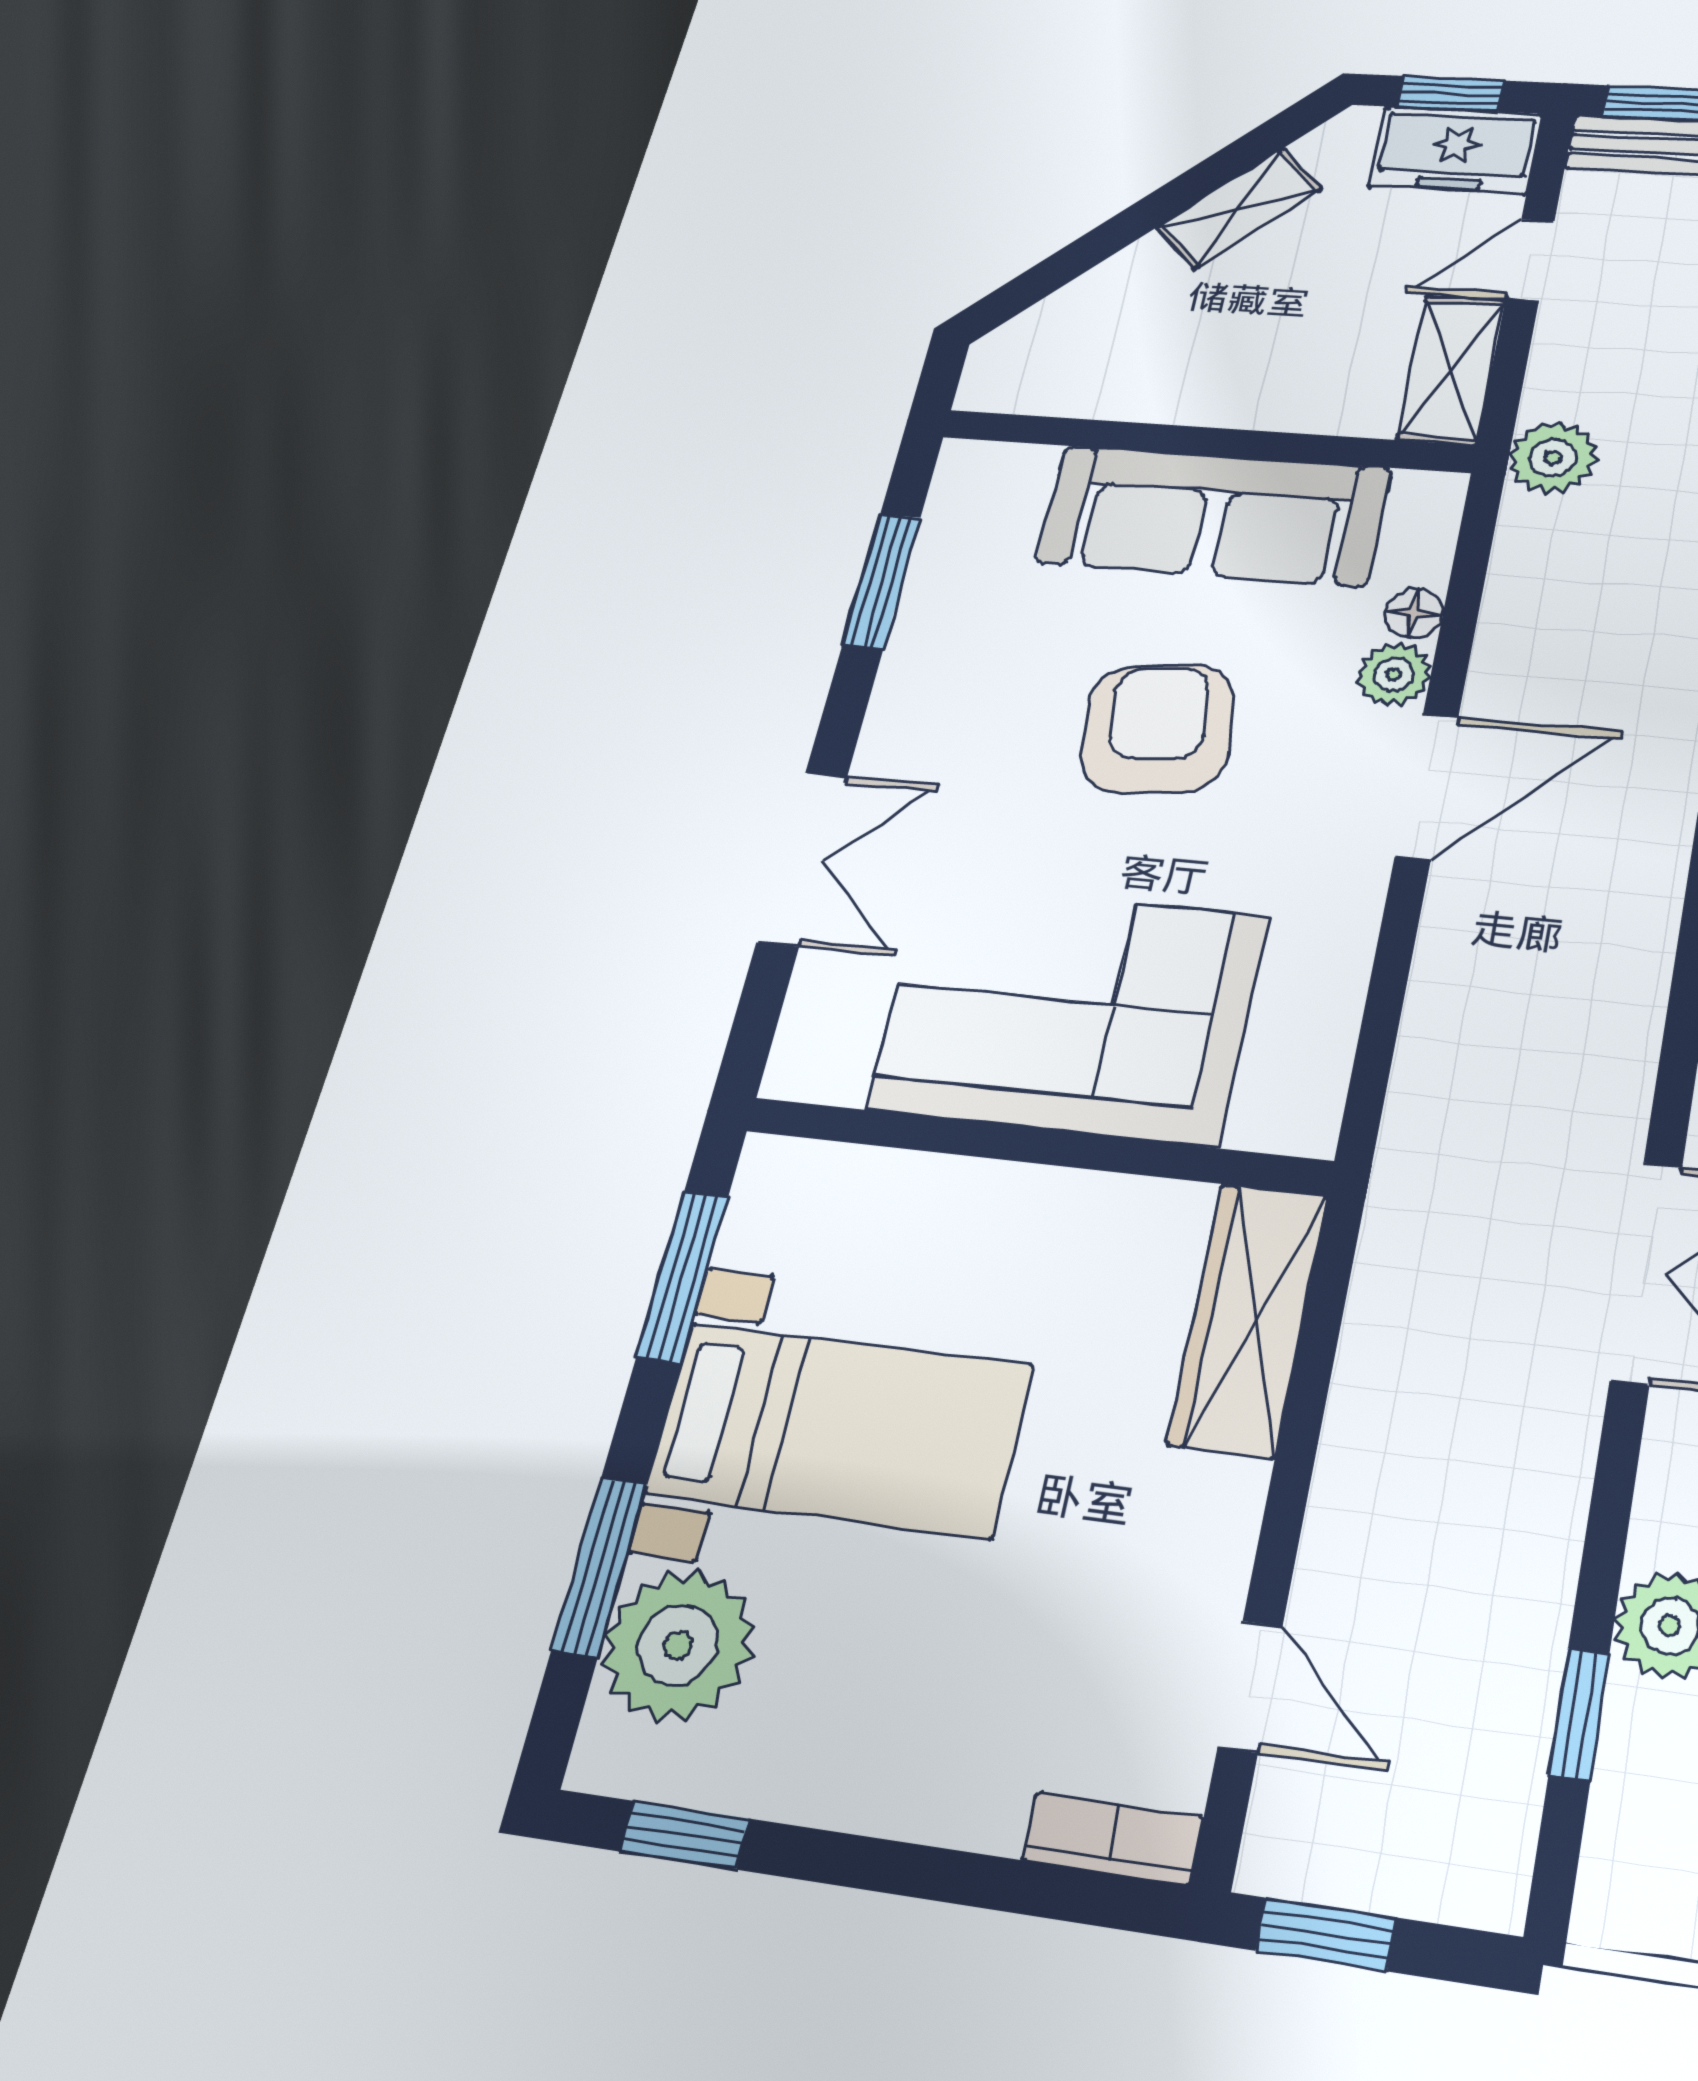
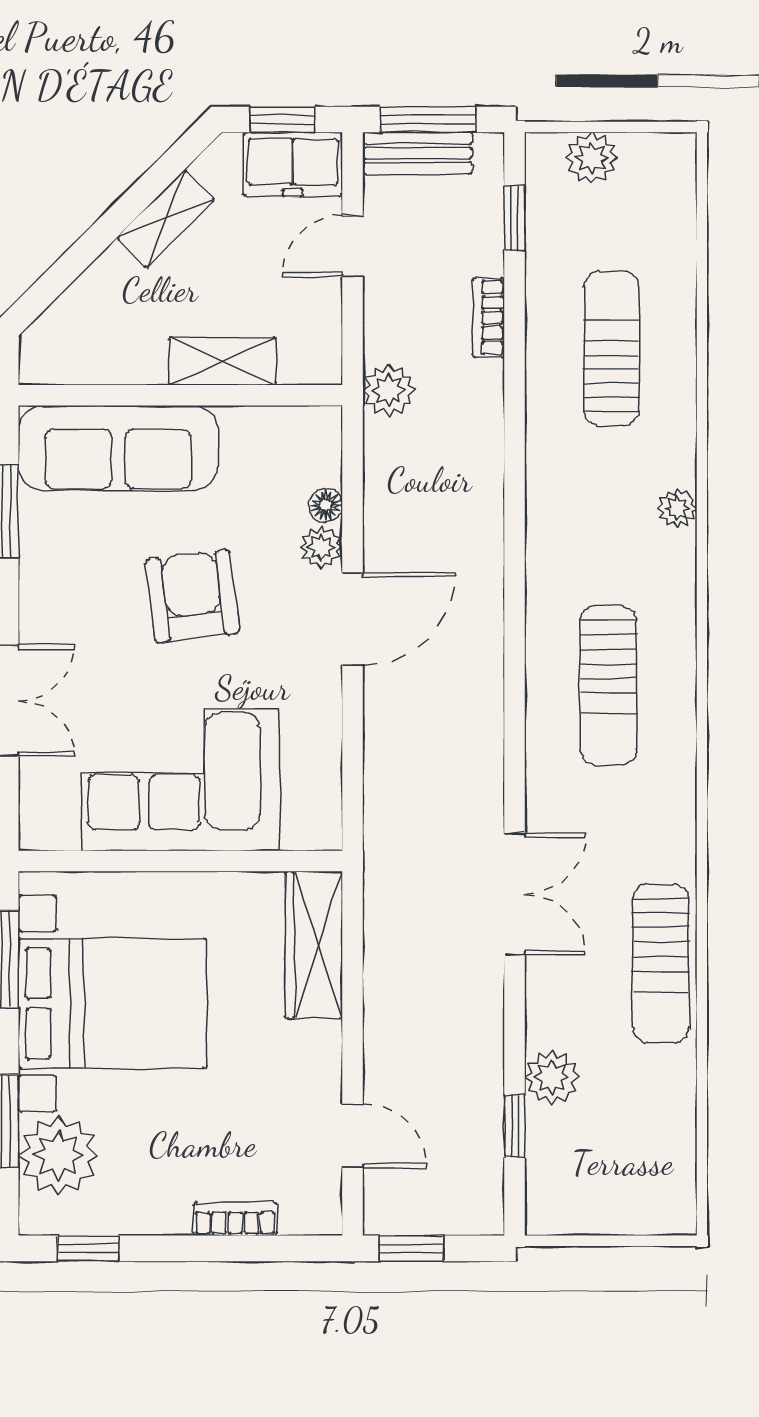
shelving: (1451, 370) -> (222, 361), moved, turned 90
sofa: (1214, 515) -> (118, 448), moved
bed with nightstands: (839, 1429) -> (113, 1003), width x1.36
bookcase: (1113, 1839) -> (235, 1219), moved

